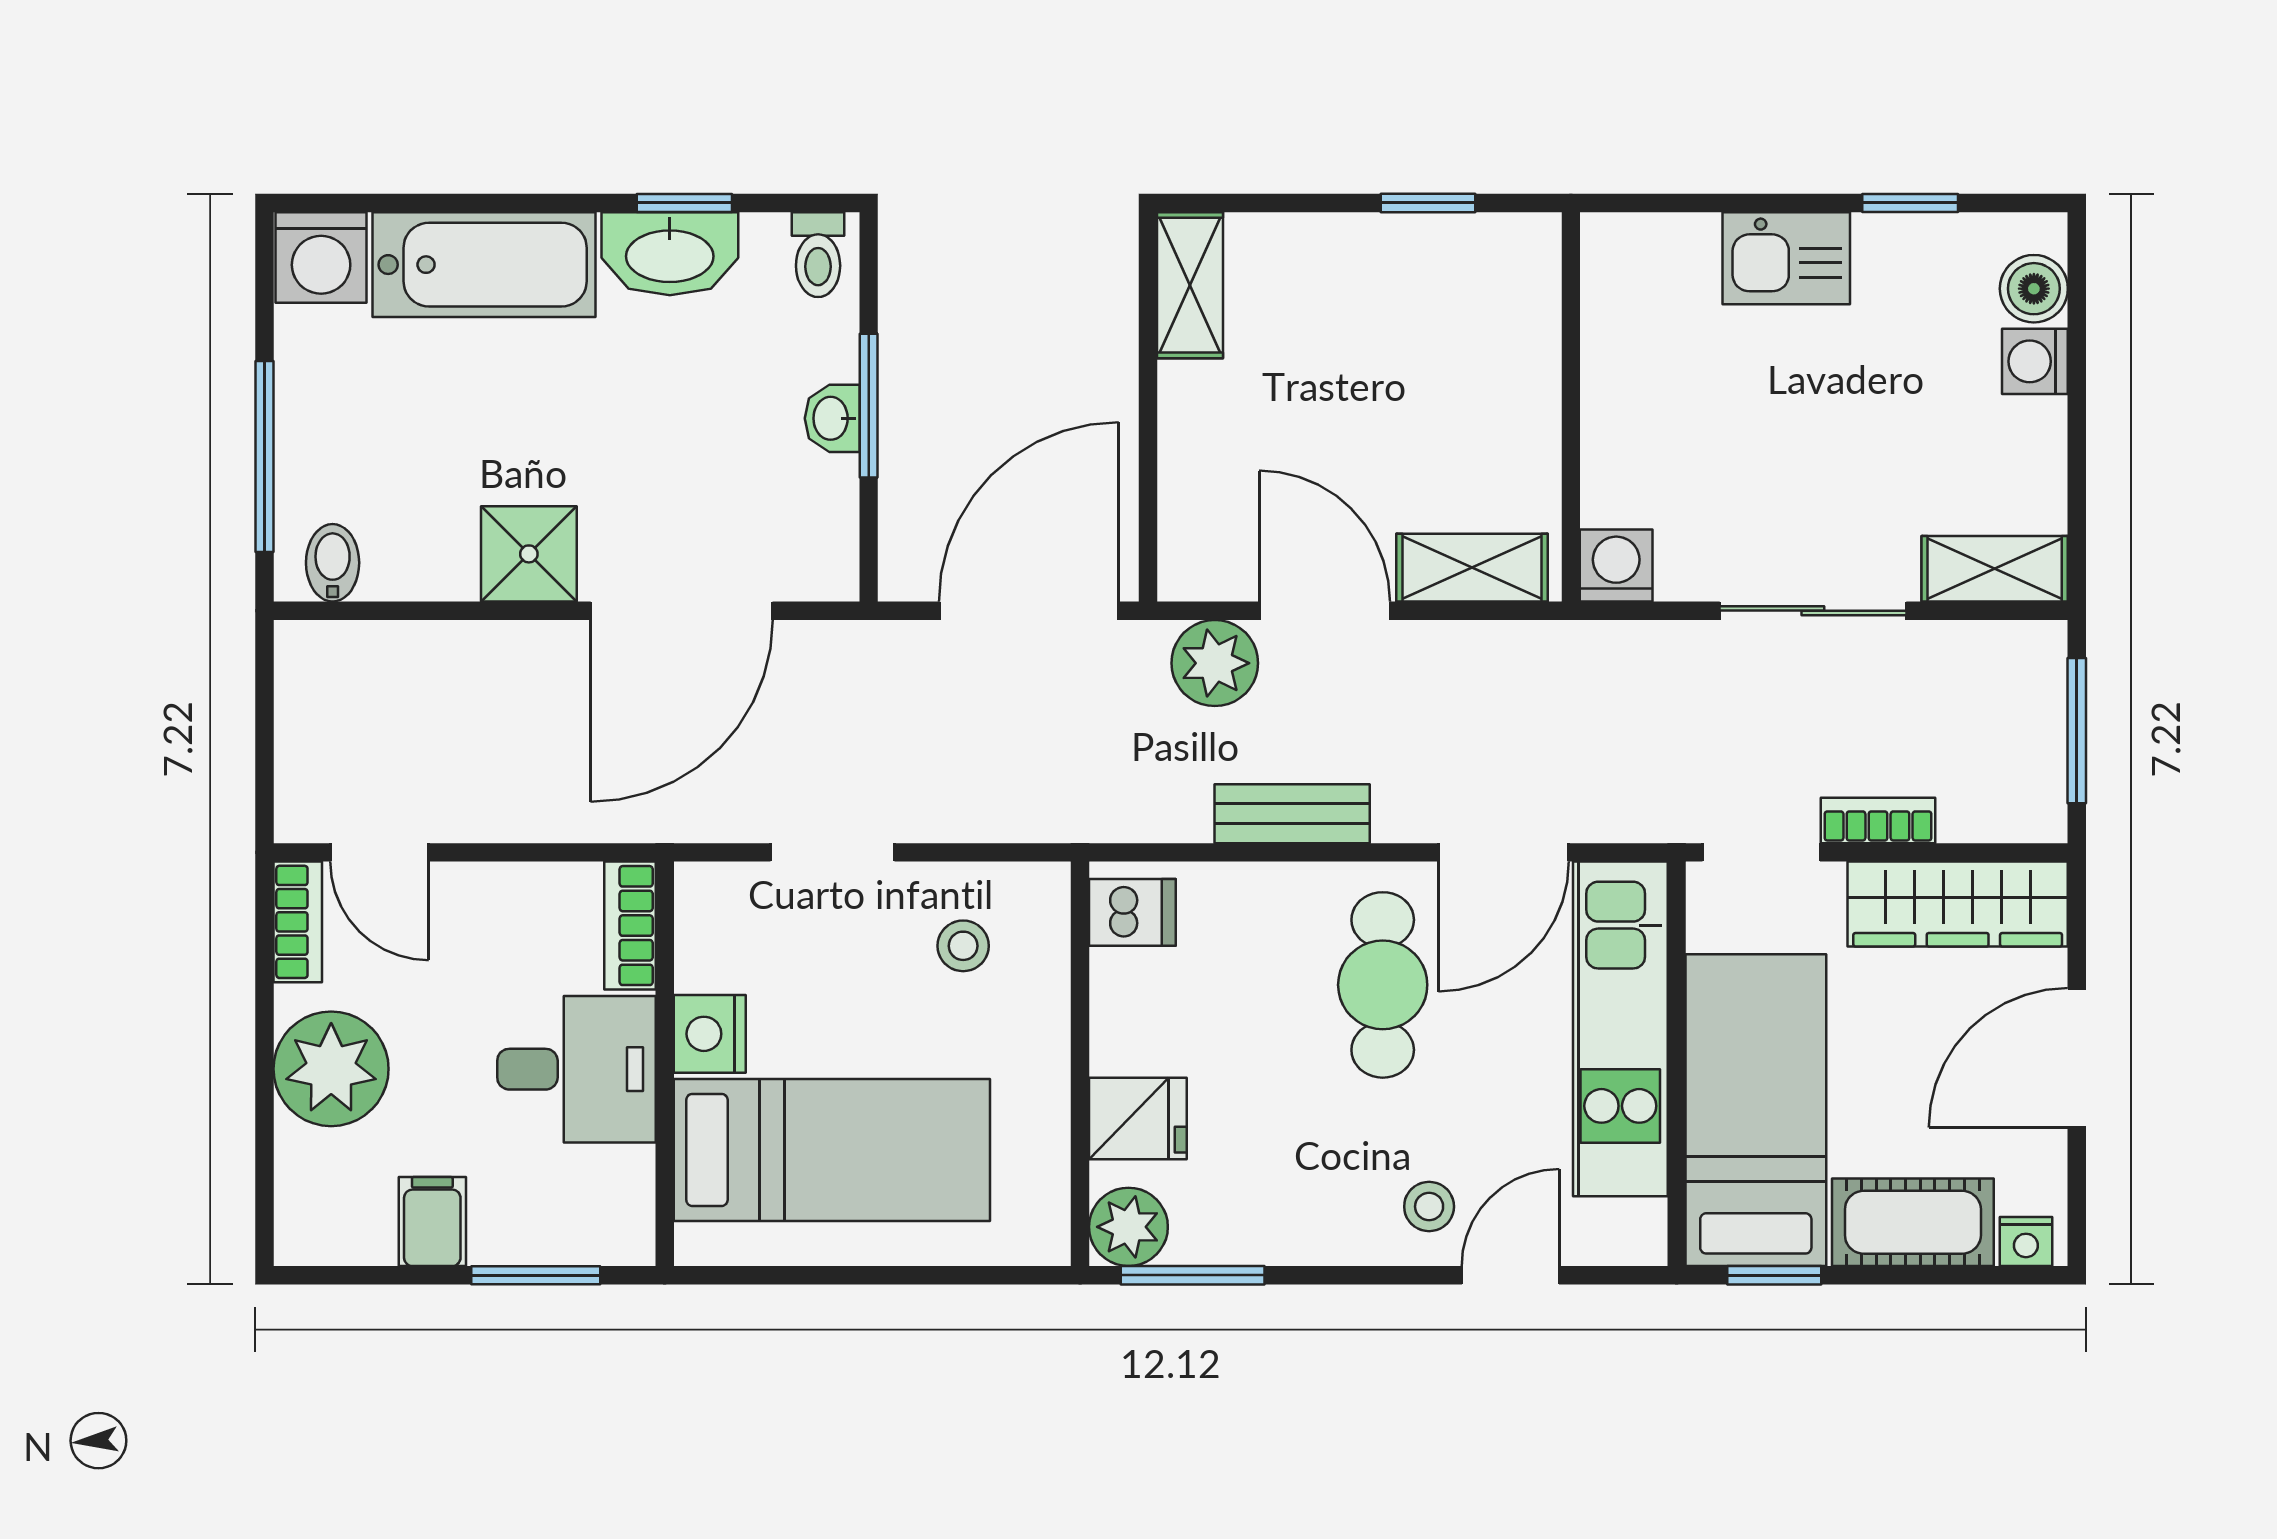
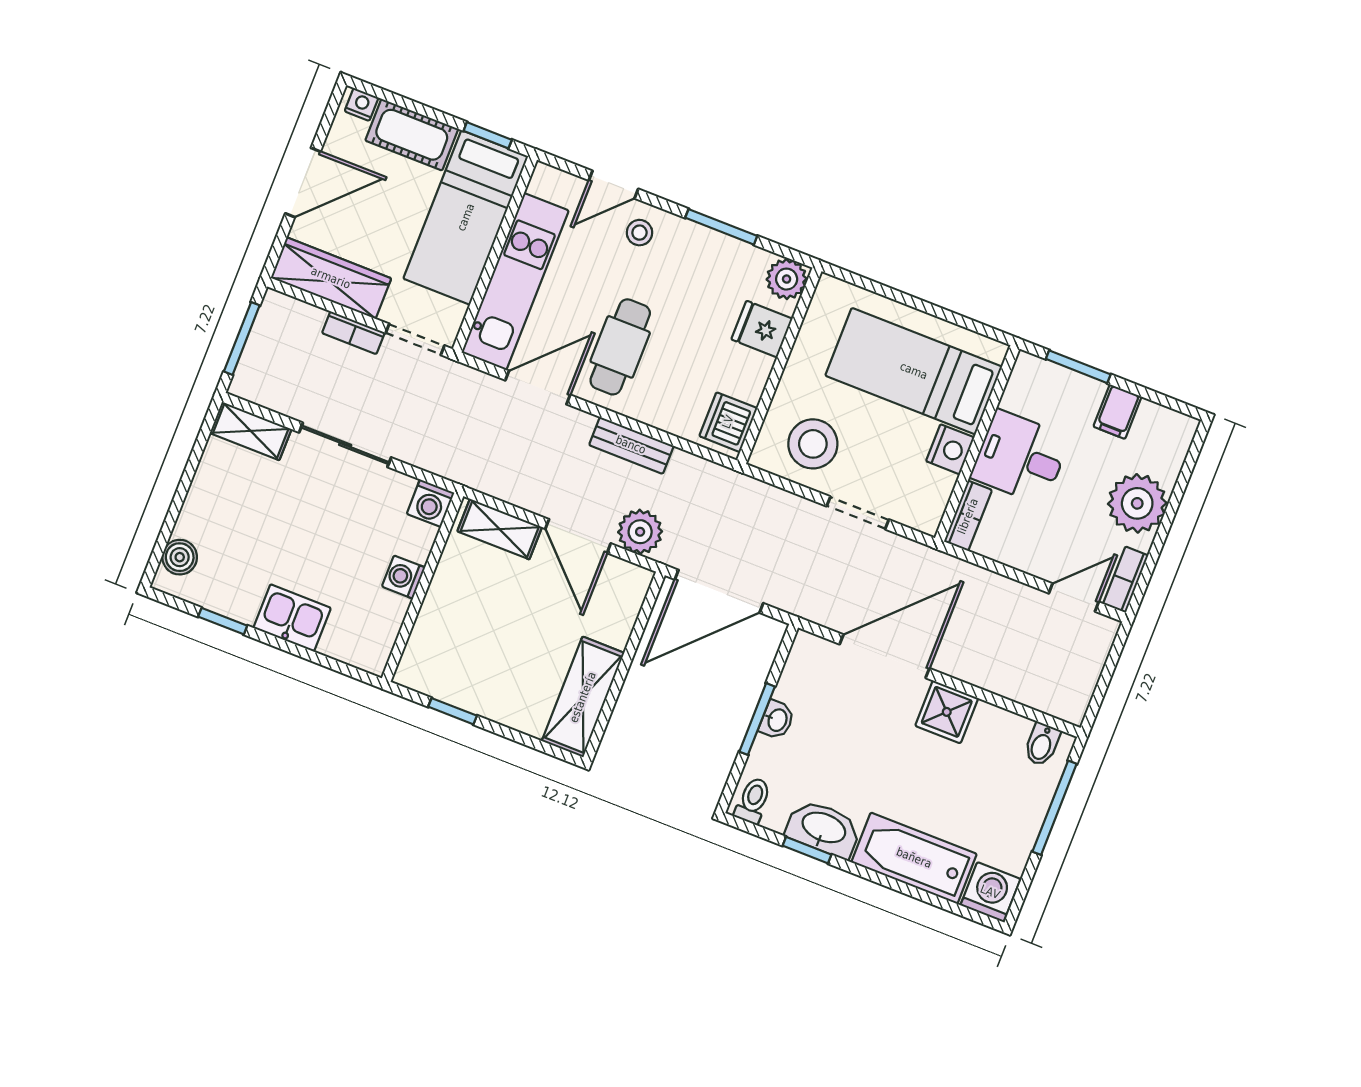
shelving: (1190, 285) -> (583, 697), width x1.50, depth x1.33
washing machine: (2035, 361) -> (403, 577), moved, turned 180
door: (379, 852) -> (1074, 598), hinge flipped
dishwasher: (1132, 912) -> (728, 422), width x1.38
stool: (963, 946) -> (813, 444), width x1.89, depth x1.89
window: (1193, 1275) -> (721, 227), moved

